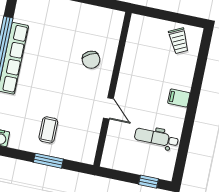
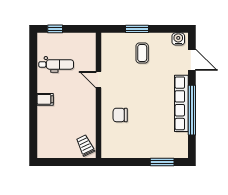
trolley: (179, 41) -> (85, 145), moved
chair: (91, 60) -> (120, 115), turned -62

